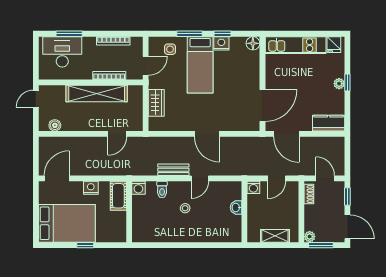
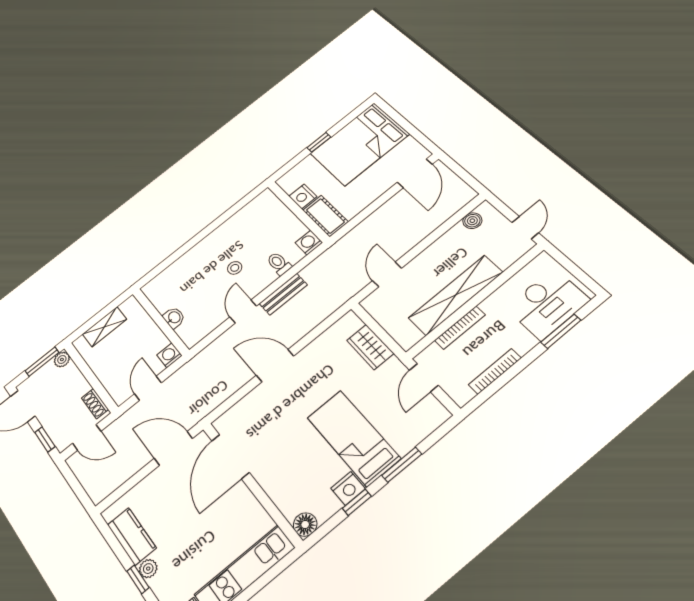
side table: (170, 49) -> (410, 424), removed
kitchen counter: (329, 123) -> (132, 536), moved, turned -90
nightstand: (91, 188) -> (303, 196), moved, turned 90

